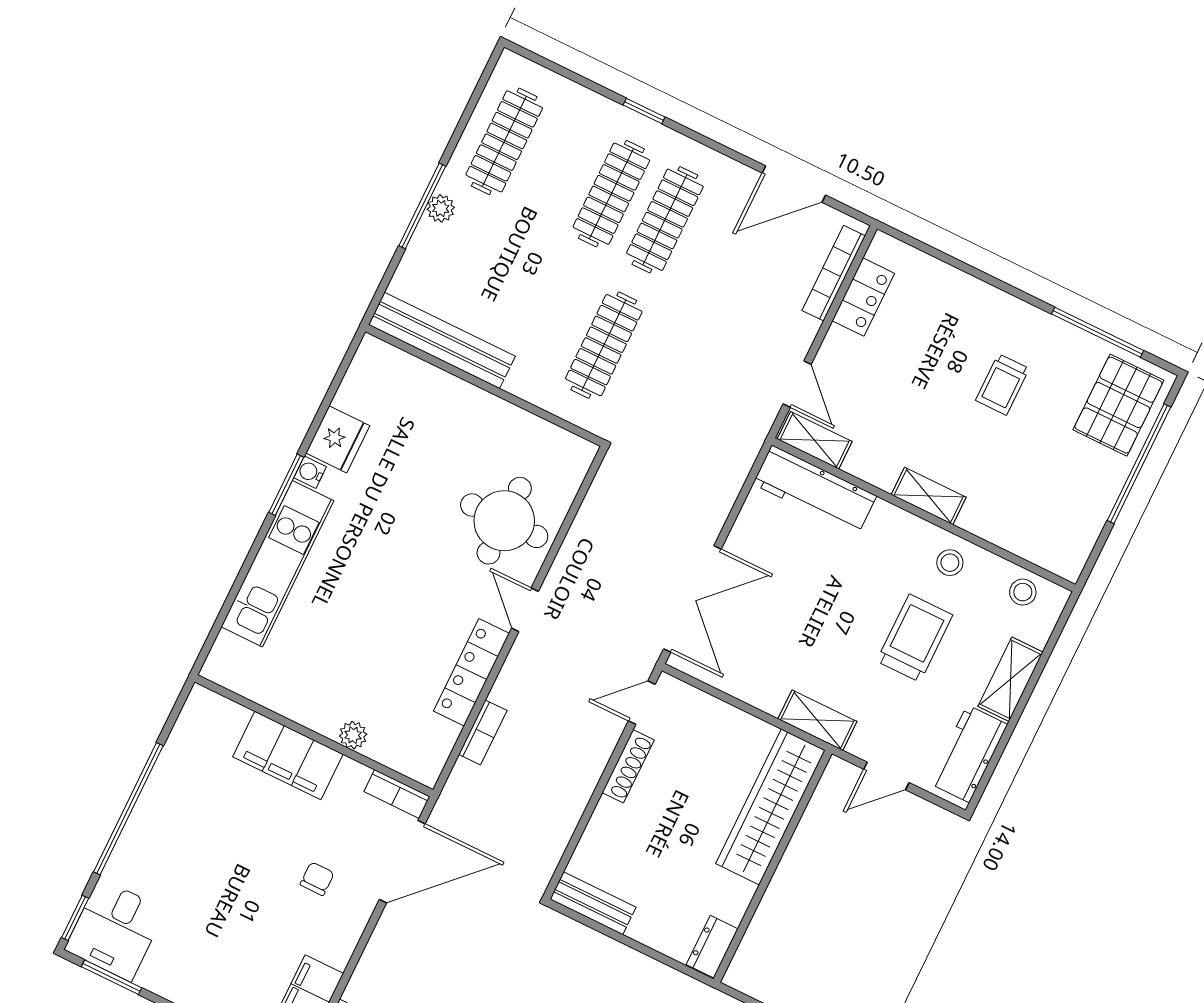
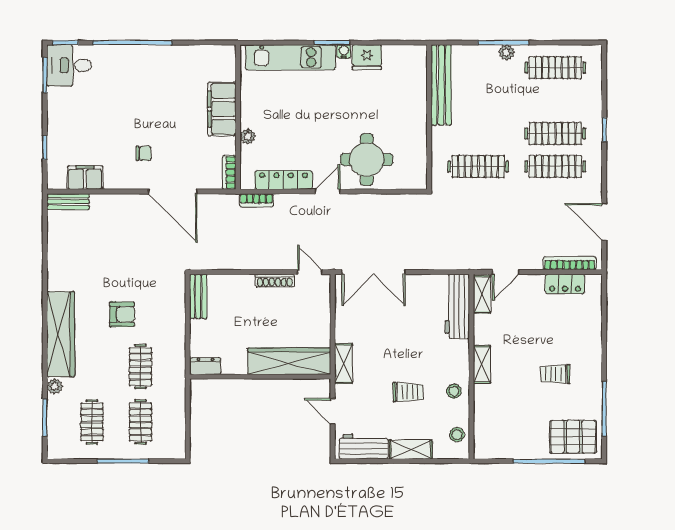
trolley: (915, 638) -> (408, 392), width x0.73, depth x0.72
plant: (353, 735) -> (248, 136), moved
wall: (314, 736) -> (238, 117), moved
filing cabinet: (288, 755) -> (222, 109), moved
bookcase: (397, 794) -> (229, 172), moved

